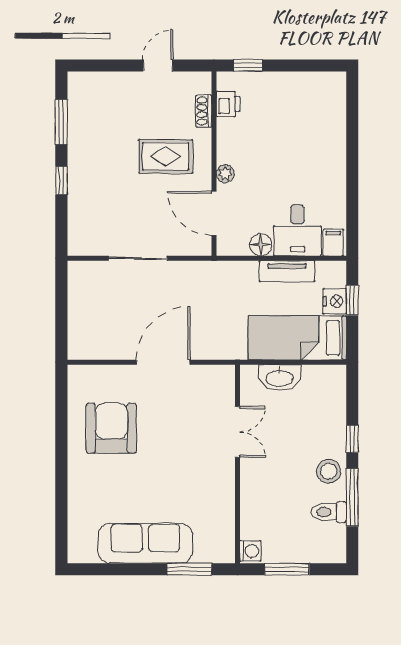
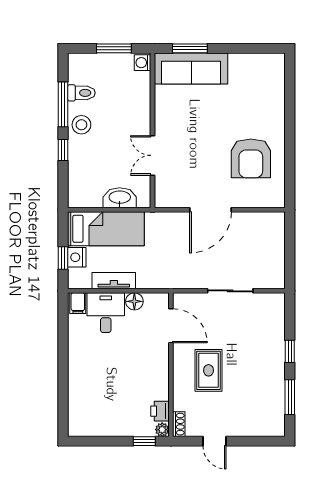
door: (158, 66) -> (214, 441), hinge flipped
shoe rack: (204, 111) -> (179, 424), moved
rug: (166, 156) -> (209, 370), turned 90
plant: (225, 174) -> (162, 430), moved
sofa: (145, 543) -> (191, 69), moved

